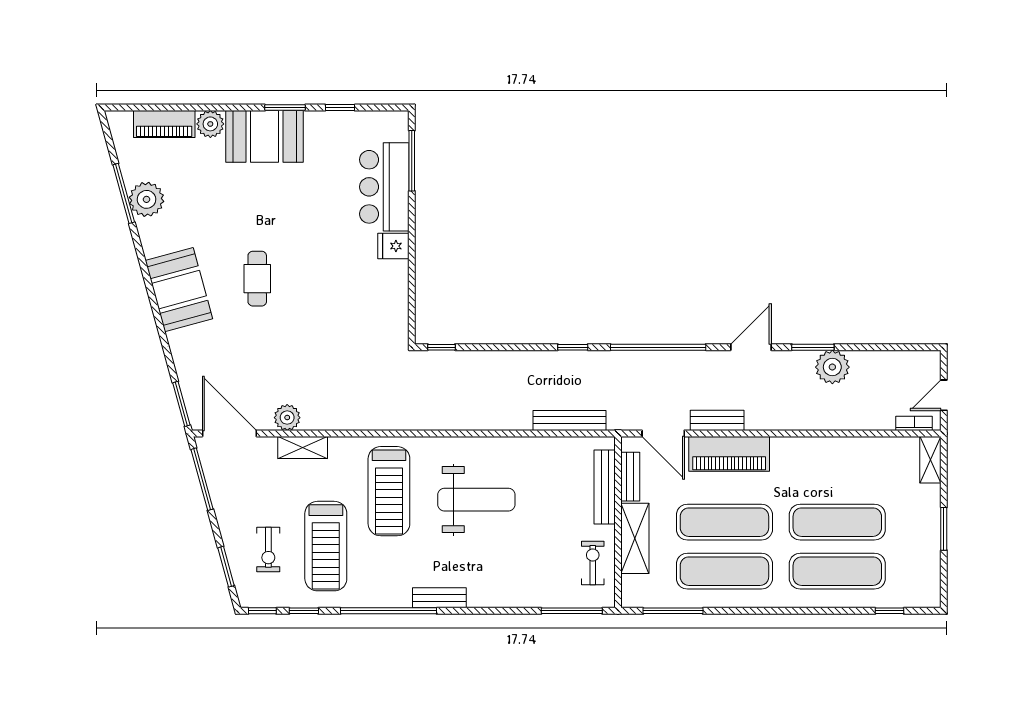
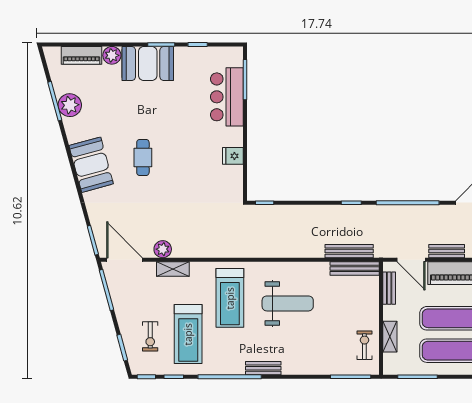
fridge: (393, 246) -> (233, 156), moved
bench: (605, 487) -> (355, 268), moved, turned 90
shelving: (635, 538) -> (390, 337), width x0.67, depth x0.75

